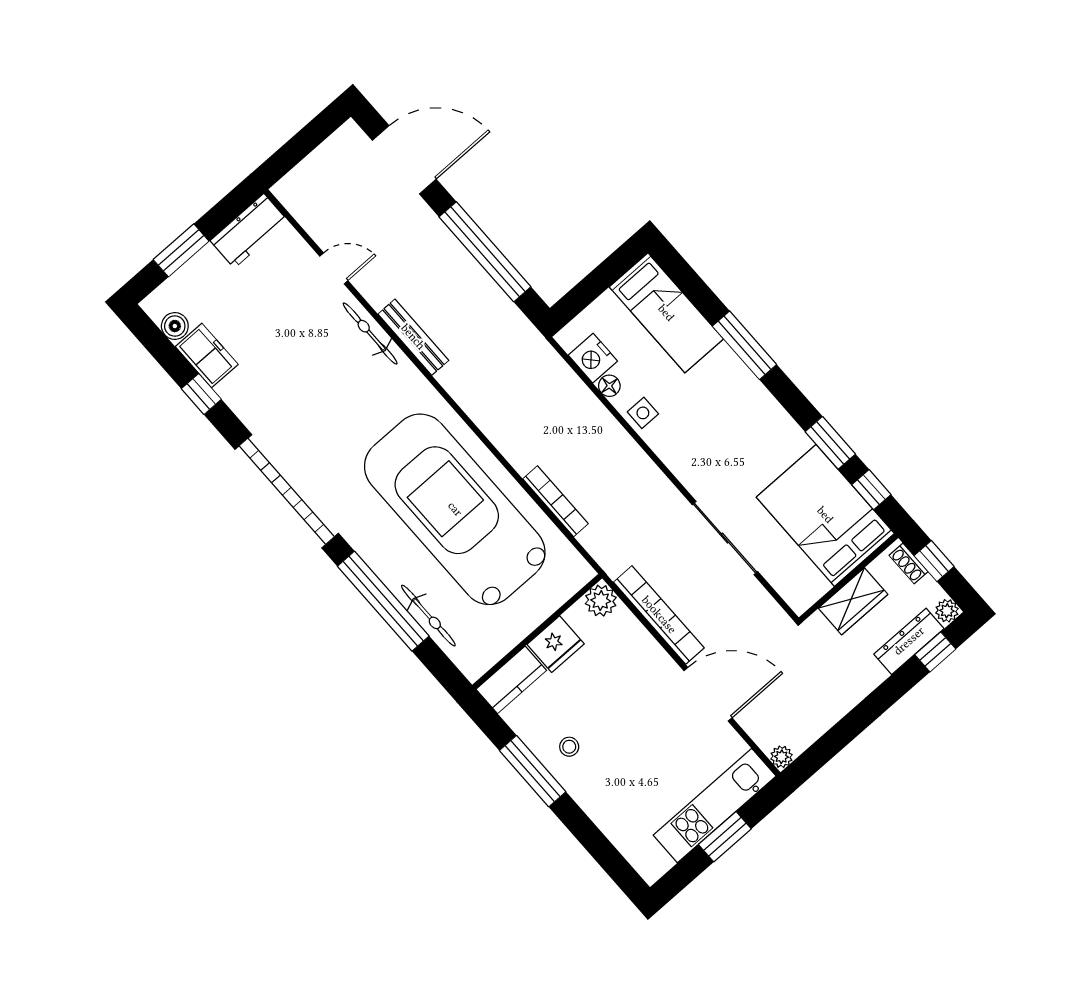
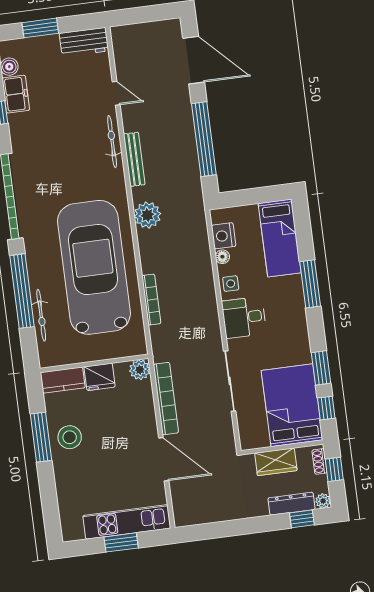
desk: (689, 445) -> (244, 317), added
stool: (569, 747) -> (70, 437), width x1.89, depth x1.89
plant: (782, 757) -> (147, 215), moved, width x1.88, depth x1.88

